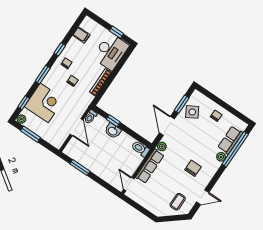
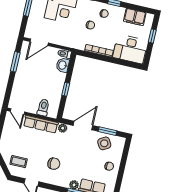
window: (117, 32) -> (152, 36), moved
filing cabinet: (81, 35) -> (135, 17), width x2.00
window: (113, 121) -> (66, 89), moved
door: (77, 127) -> (39, 42), moved
washbasin: (113, 131) -> (63, 65), moved
toilet: (140, 149) -> (43, 107), moved
door: (129, 184) -> (17, 112), swing flipped

